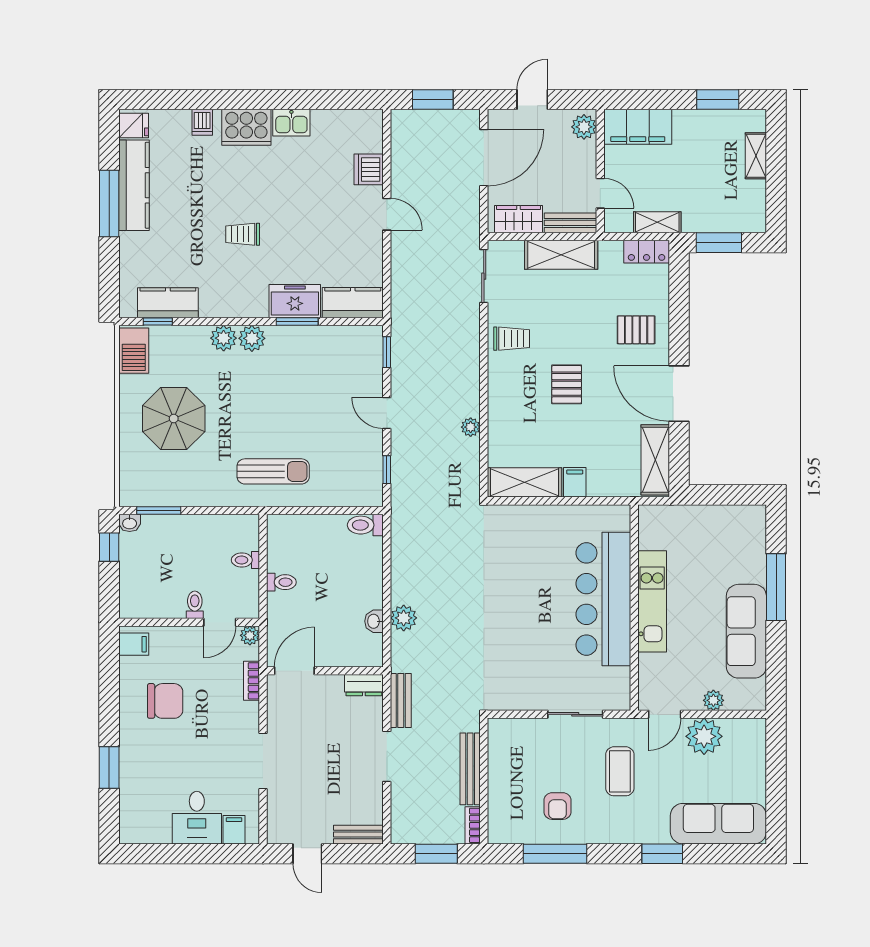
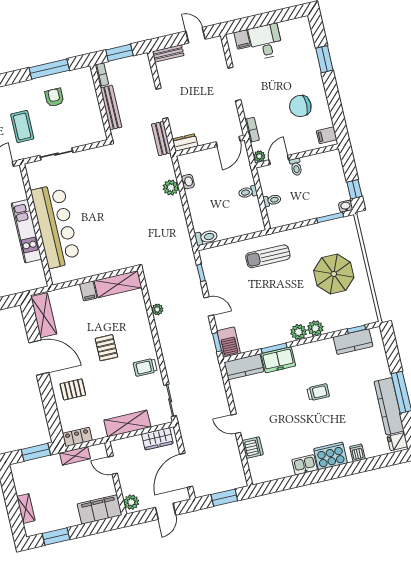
bench: (570, 223) -> (126, 444), removed
barbecue: (134, 351) -> (229, 342), moved, turned 180

